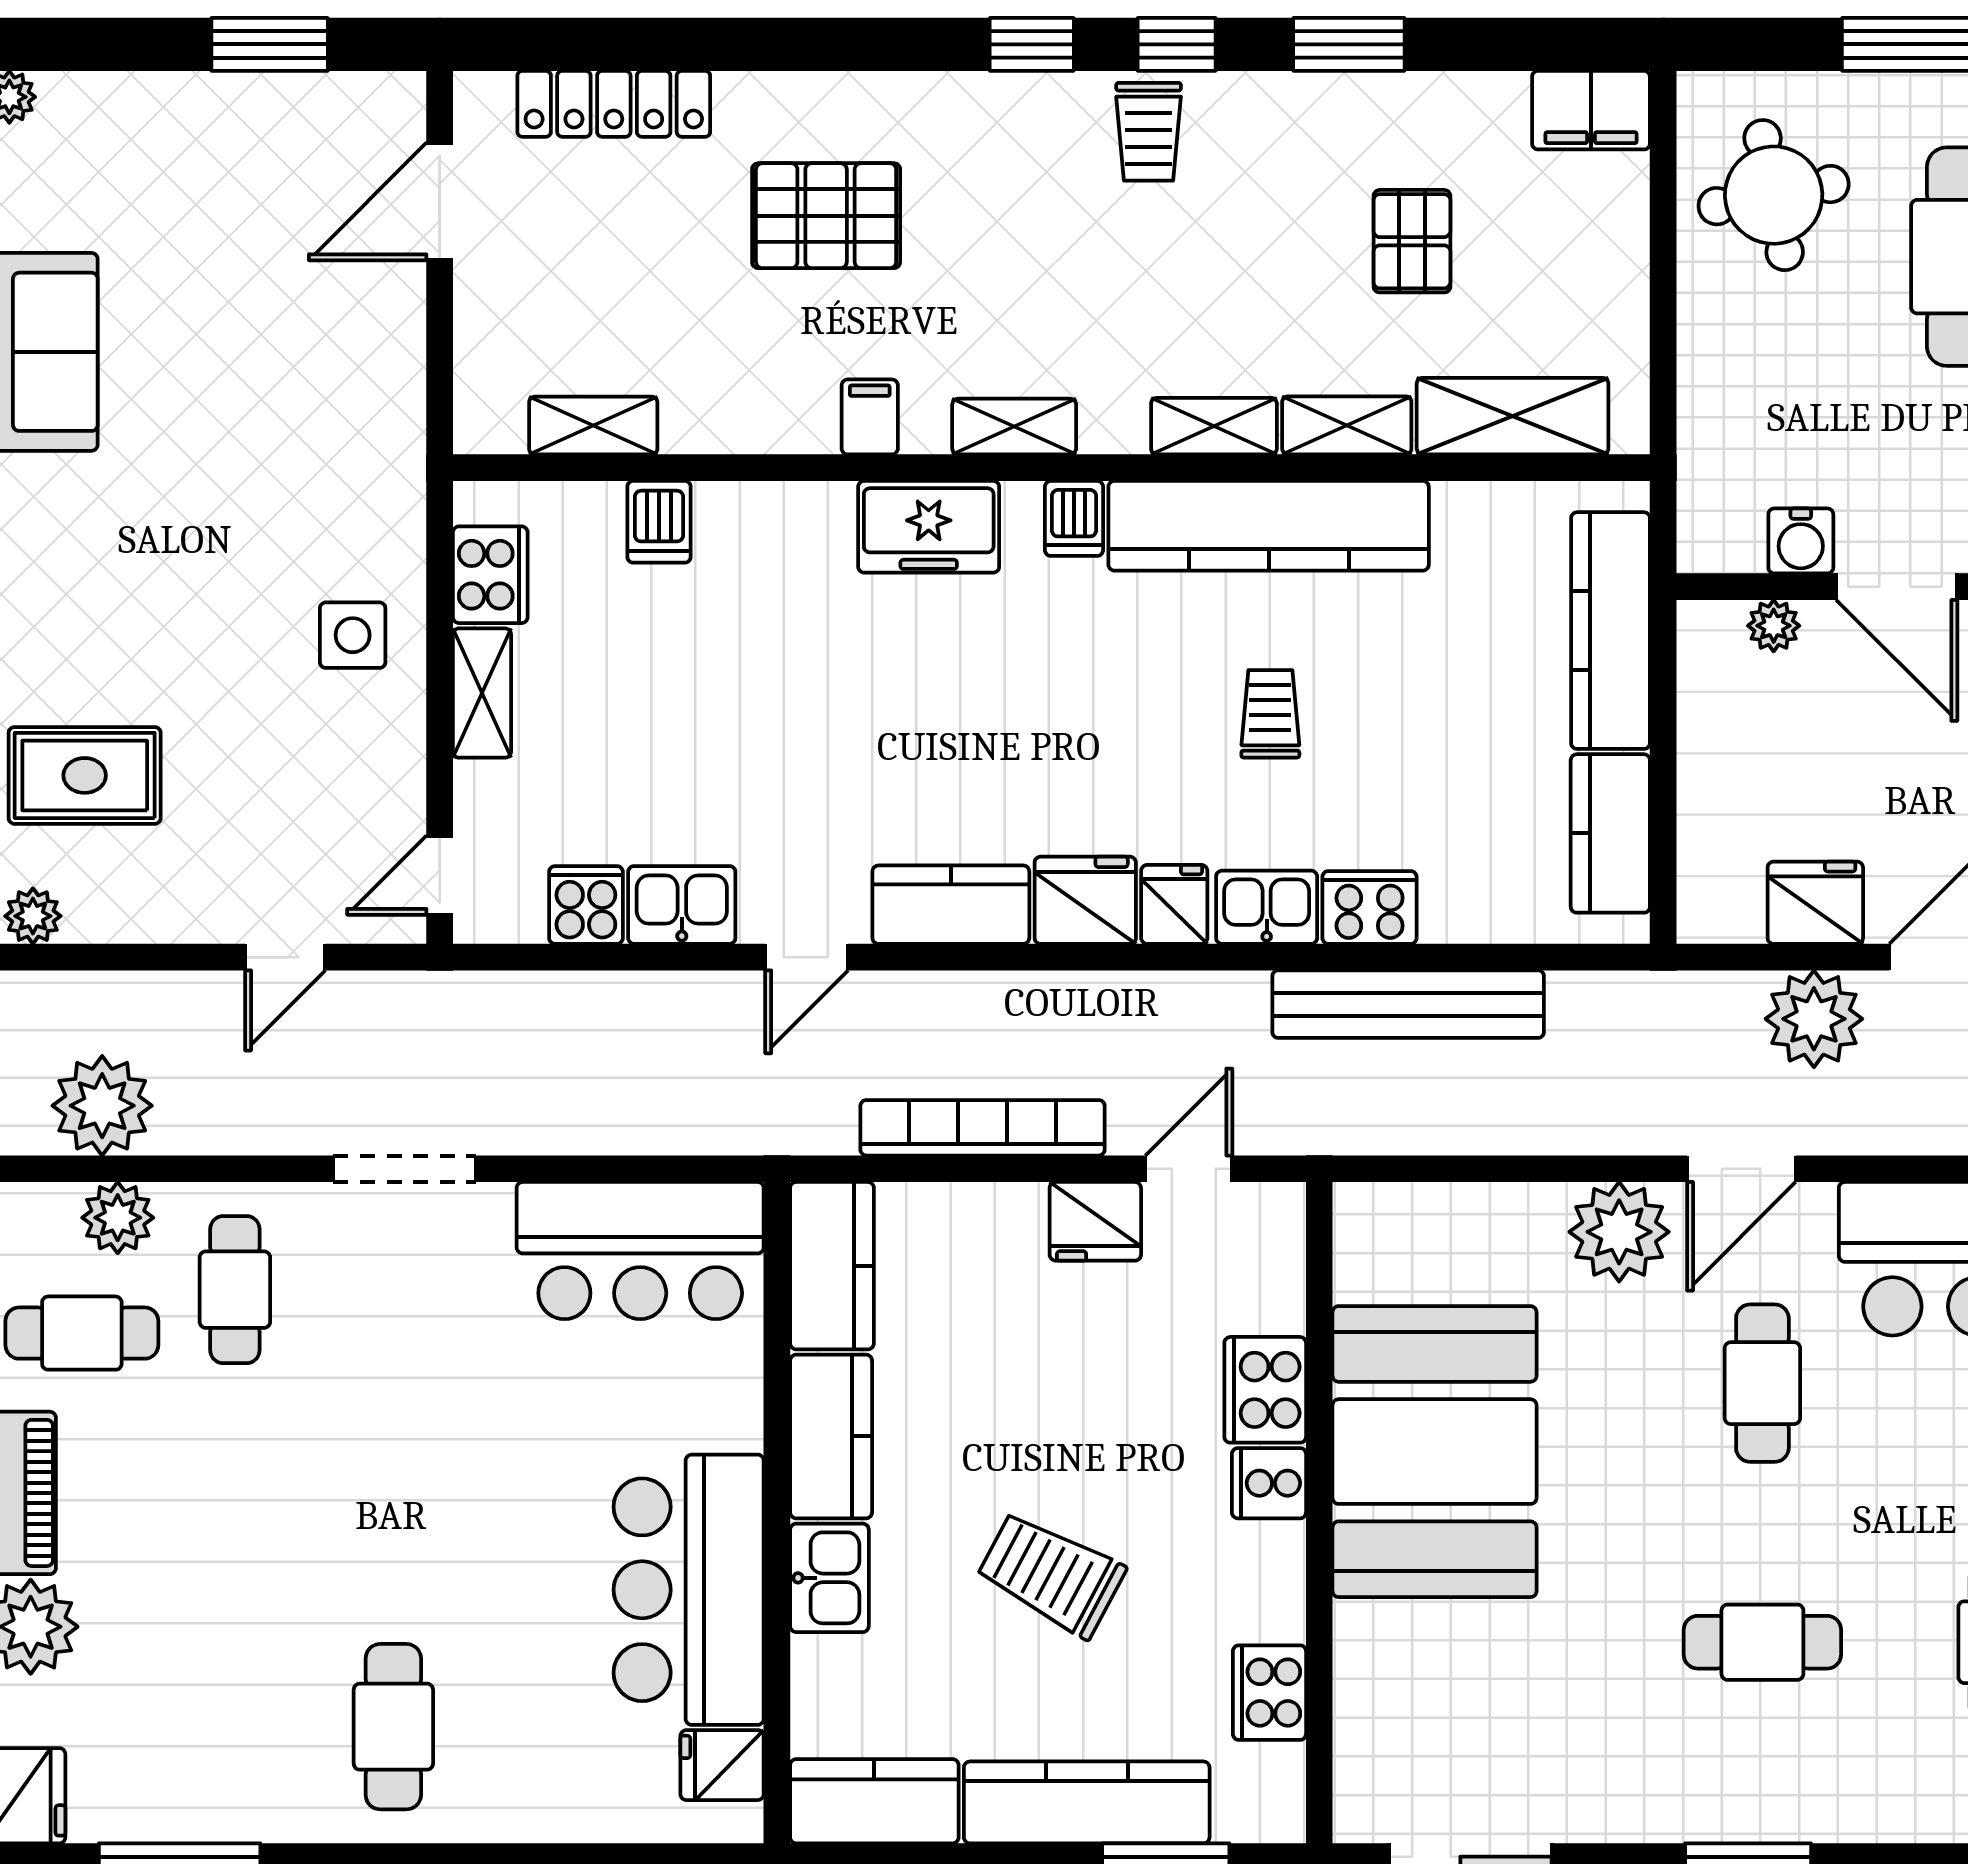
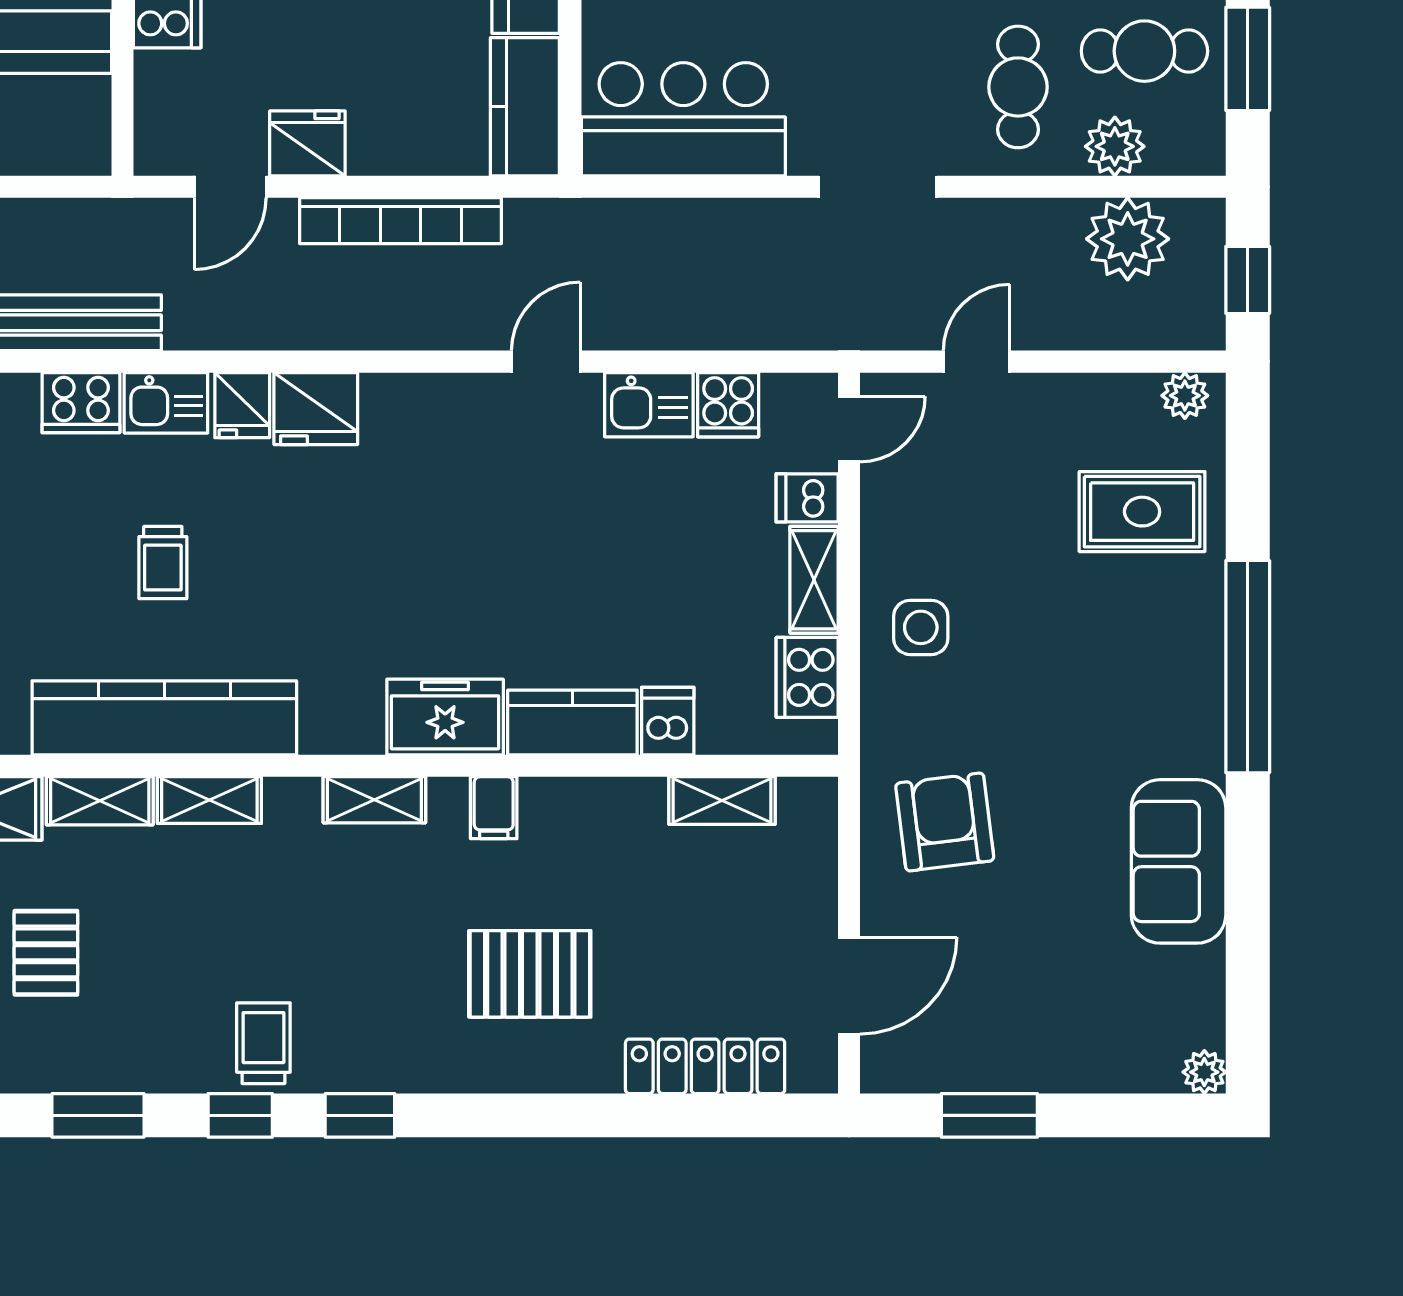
armchair: (324, 400) -> (945, 822), added
dishwasher: (1074, 518) -> (807, 498), moved, turned -90
kitchen counter: (951, 905) -> (572, 722), moved, turned 180

